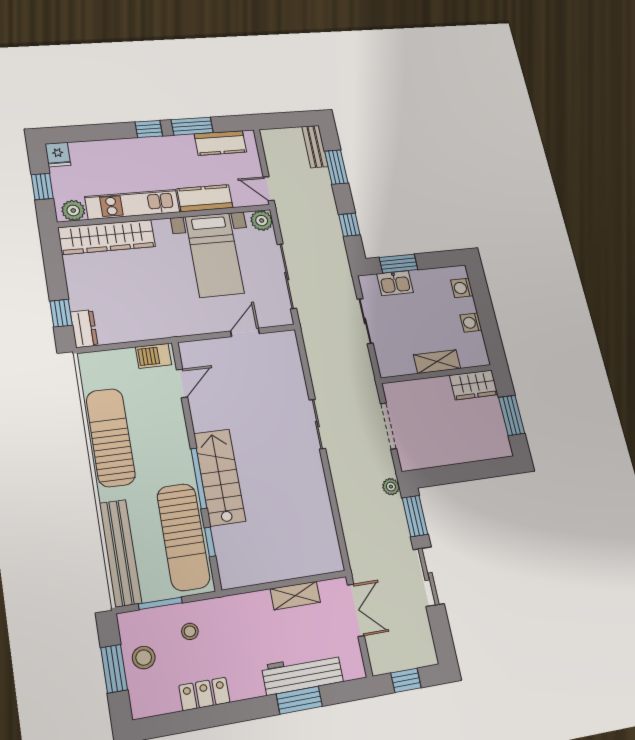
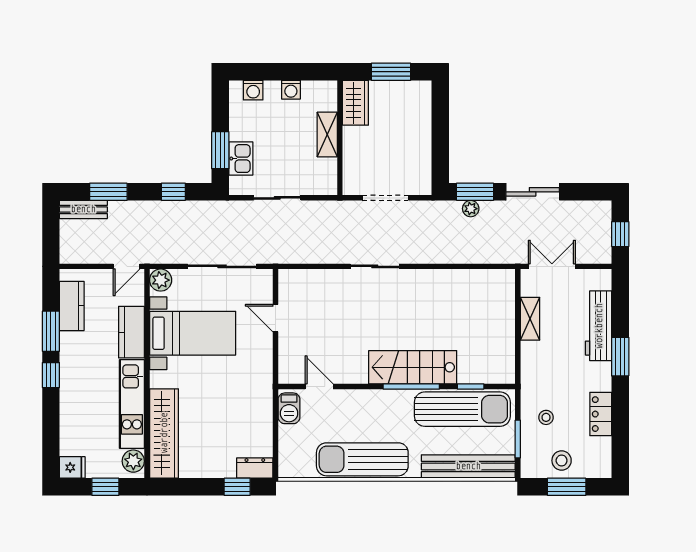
plant: (391, 487) -> (471, 209), moved
window: (299, 700) -> (620, 357), moved

